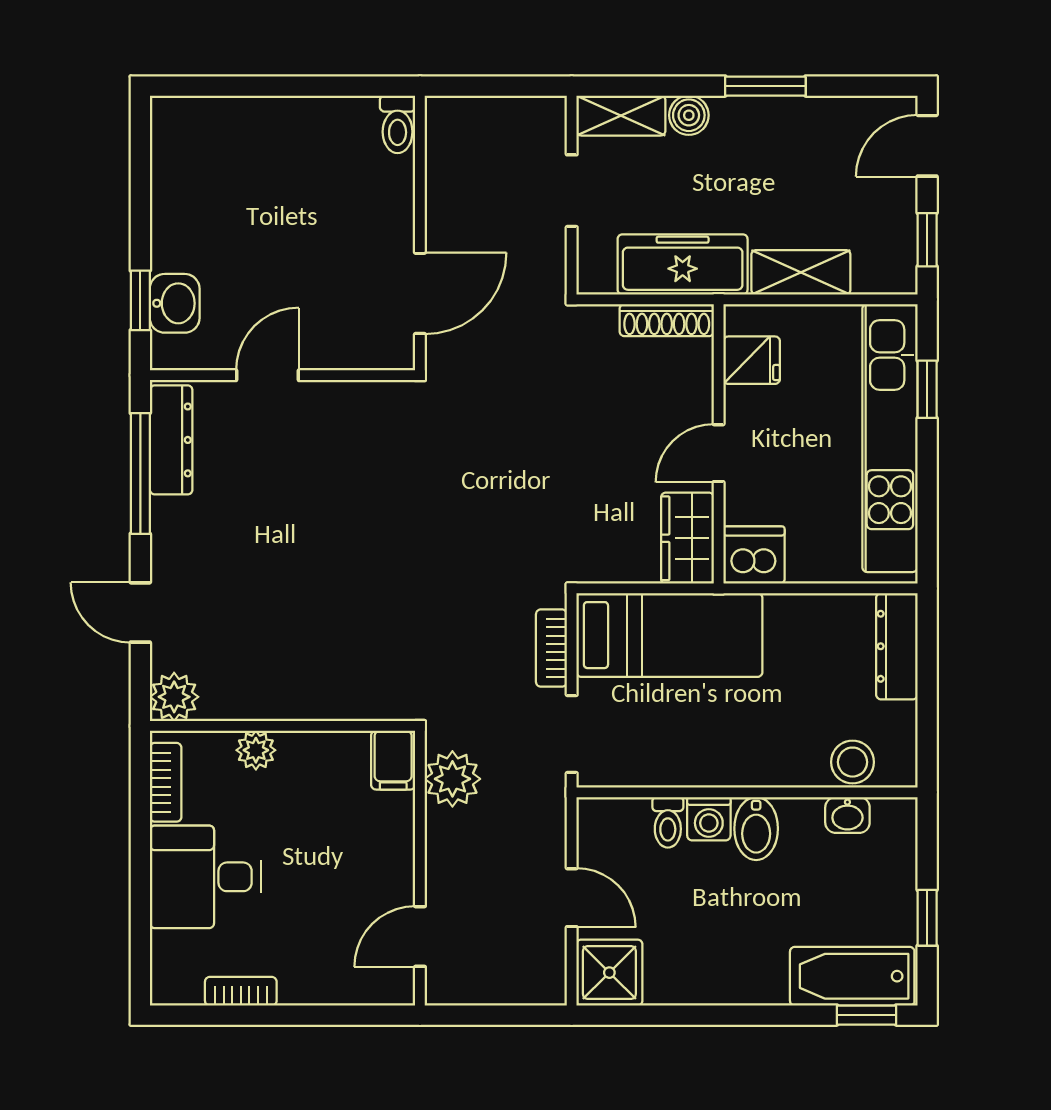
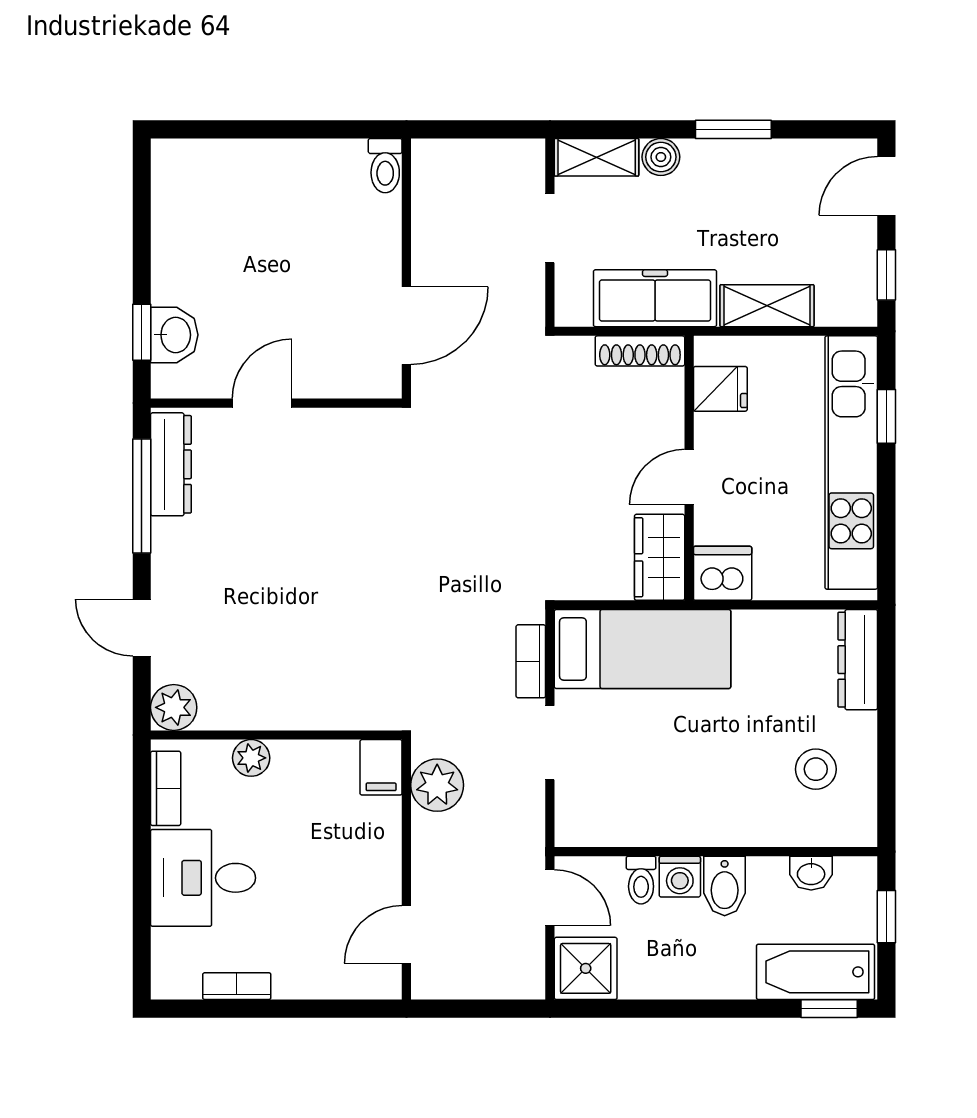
wall: (747, 792) -> (716, 852), moved
washbasin: (847, 815) -> (811, 873), moved
washing machine: (709, 819) -> (680, 877), moved
toilet: (668, 822) -> (641, 880), moved
bidet: (756, 829) -> (725, 886), moved

